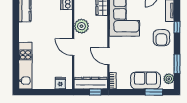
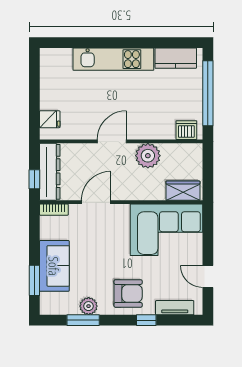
armchair: (161, 38) -> (128, 293), turned 180
kitchen unit: (25, 66) -> (113, 59), moved
plant: (169, 79) -> (89, 306), moved

